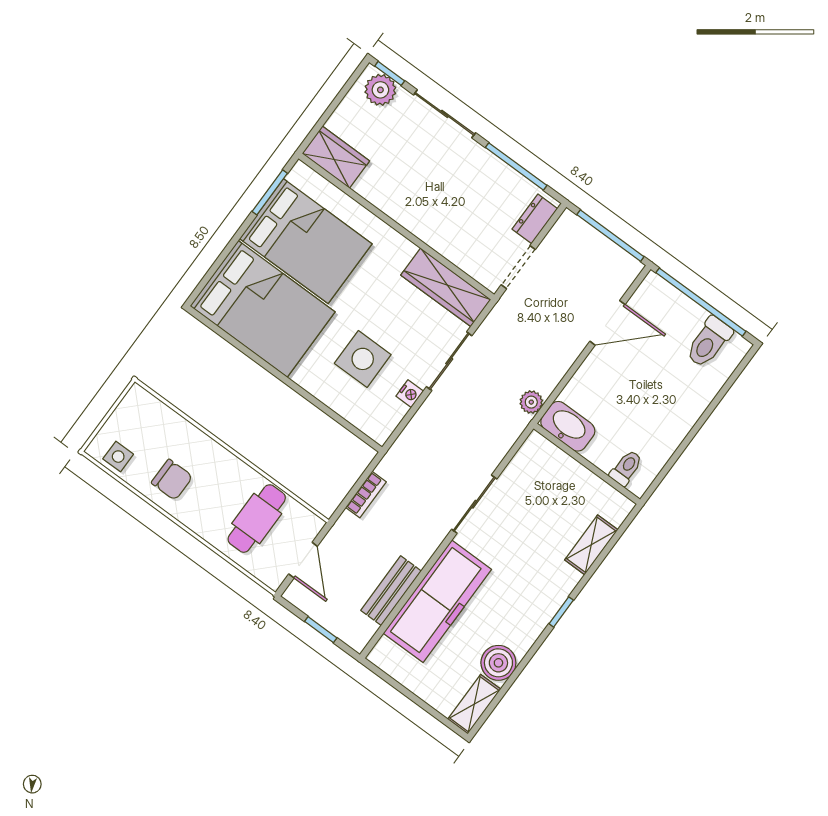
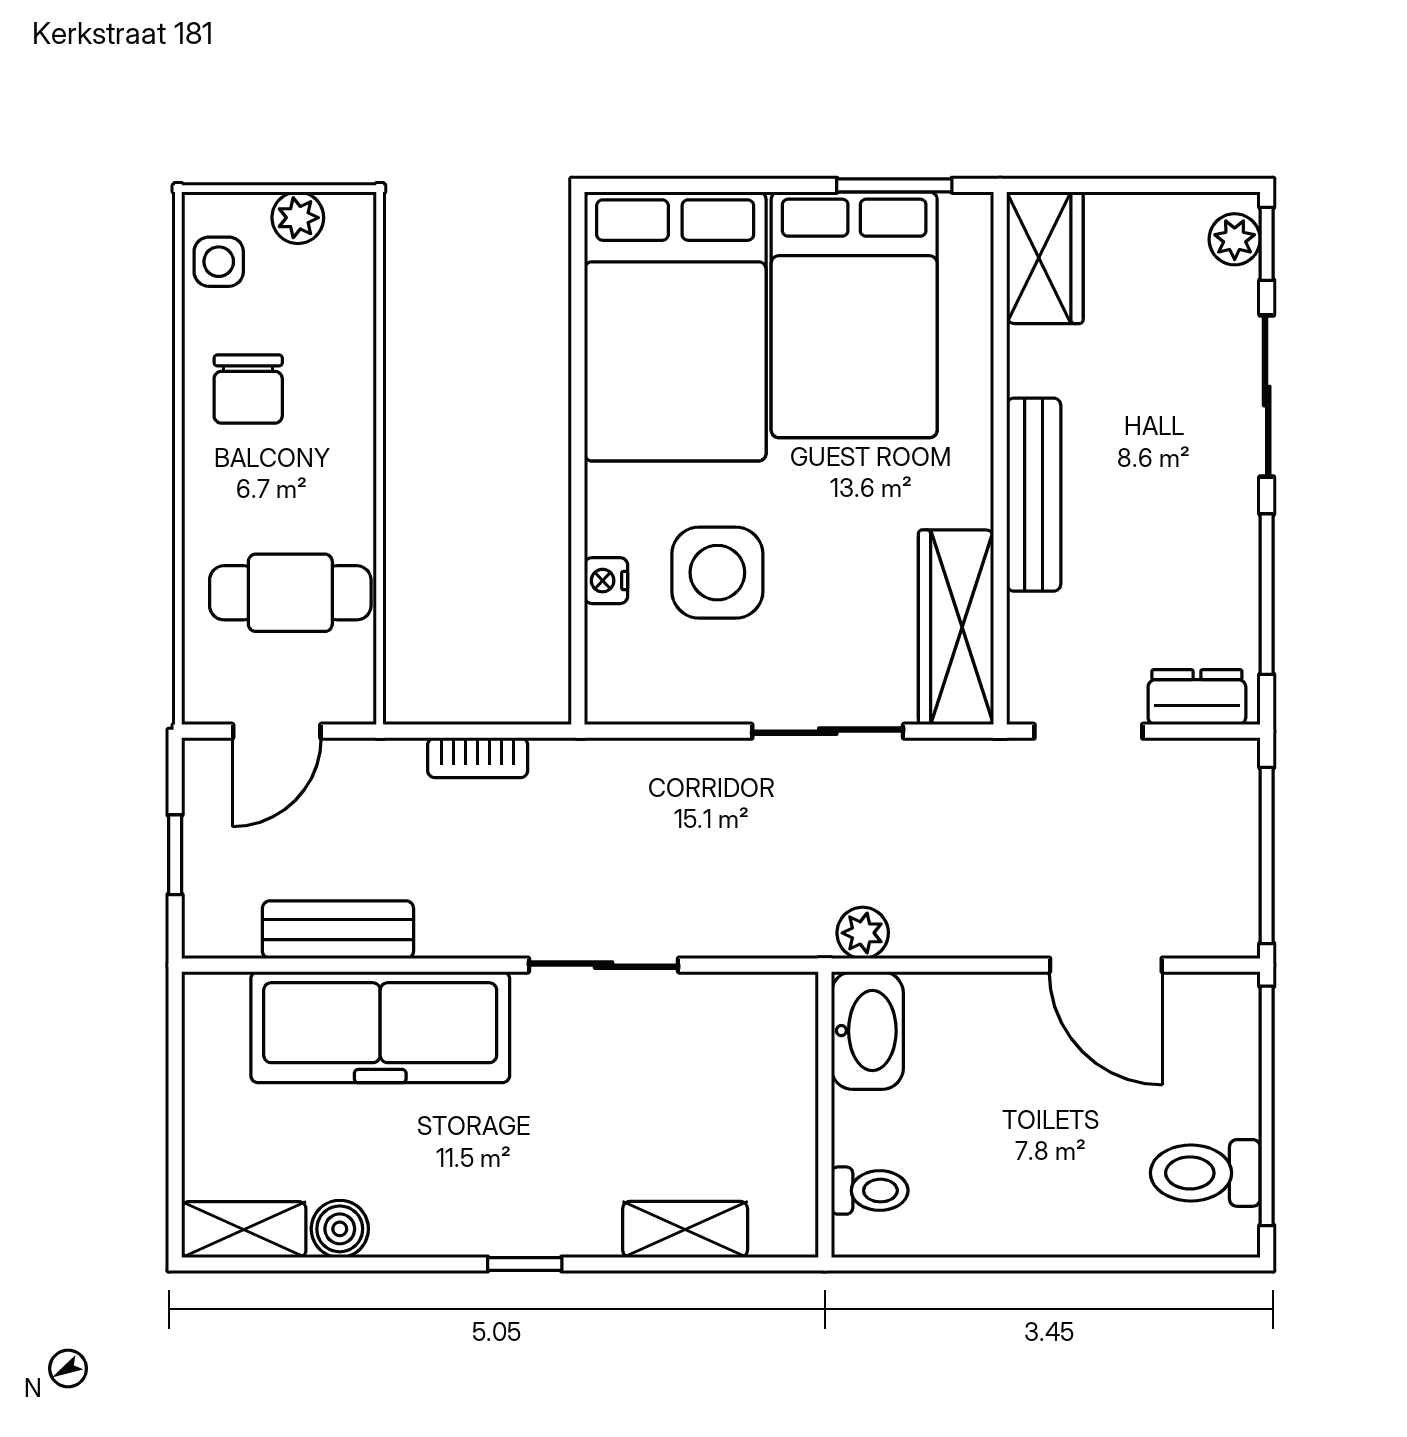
plant: (380, 90) -> (1235, 239), width x0.73, depth x0.73
bench: (418, 224) -> (1034, 495), added
nightstand: (410, 394) -> (606, 581), moved, turned 90
plant: (123, 416) -> (298, 218), added
boiler: (498, 663) -> (340, 1229), width x0.73, depth x0.73

